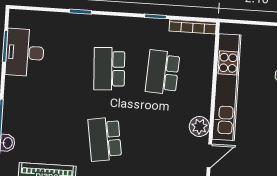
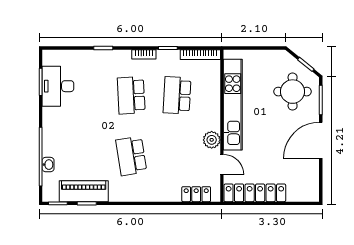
bookcase: (127, 22) -> (144, 54), added
door: (209, 156) -> (222, 164), hinge flipped

